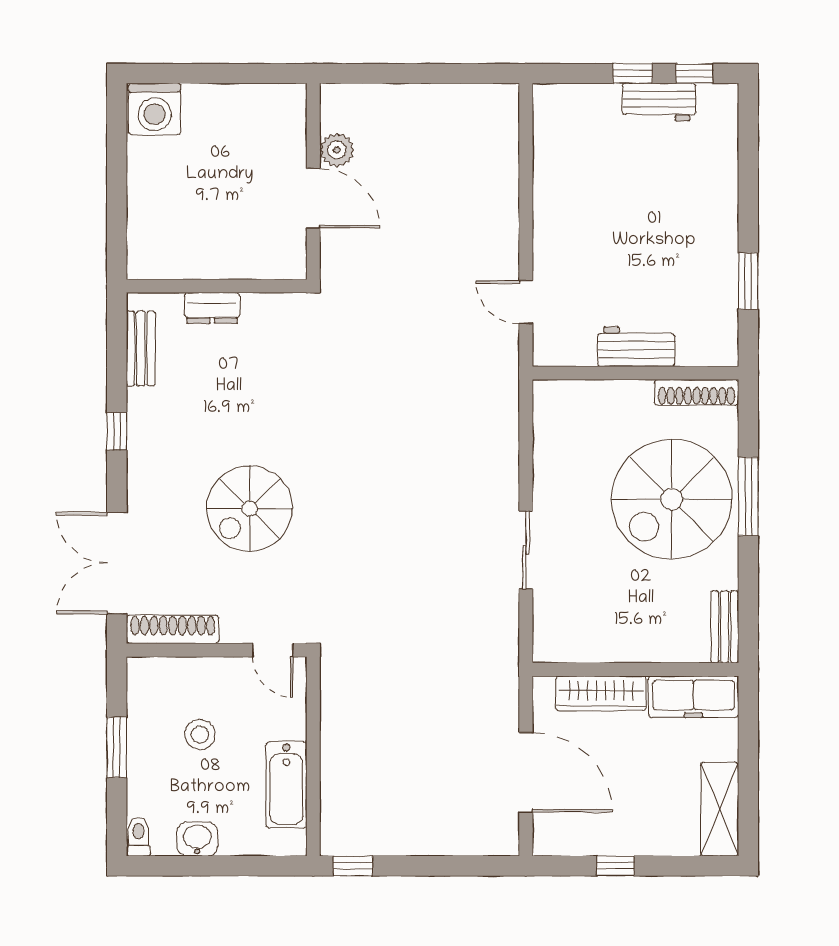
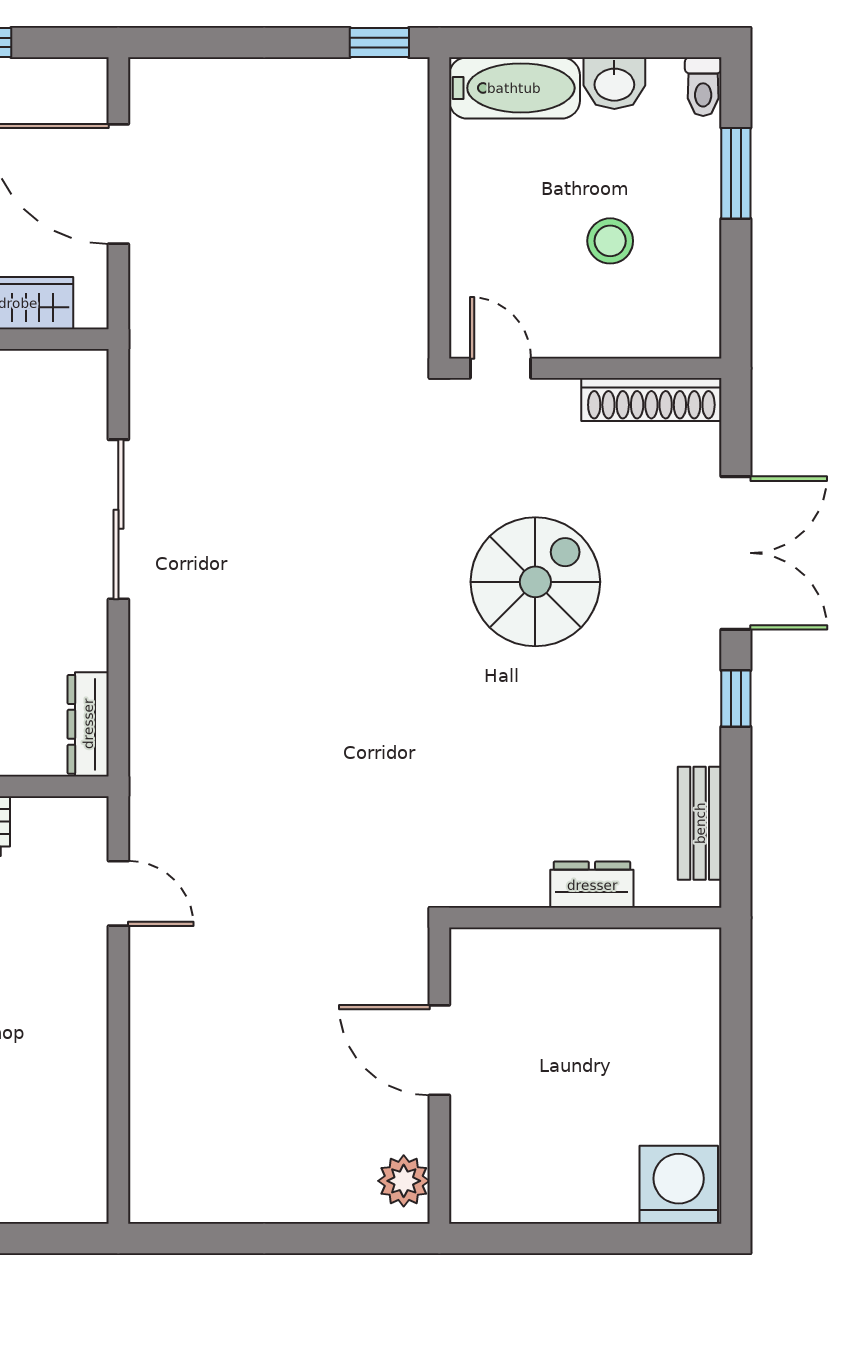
plant: (337, 150) -> (404, 1181), moved
dresser: (546, 414) -> (88, 724), added
sliding door: (526, 550) -> (118, 519), width x1.37
double door: (117, 563) -> (736, 553), moved
window: (117, 747) -> (736, 173), moved
bathtub: (286, 785) -> (514, 88), moved, turned 90

